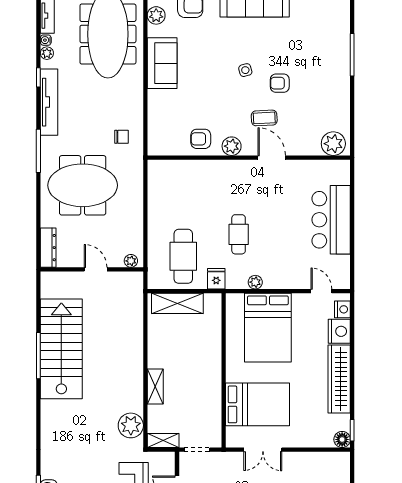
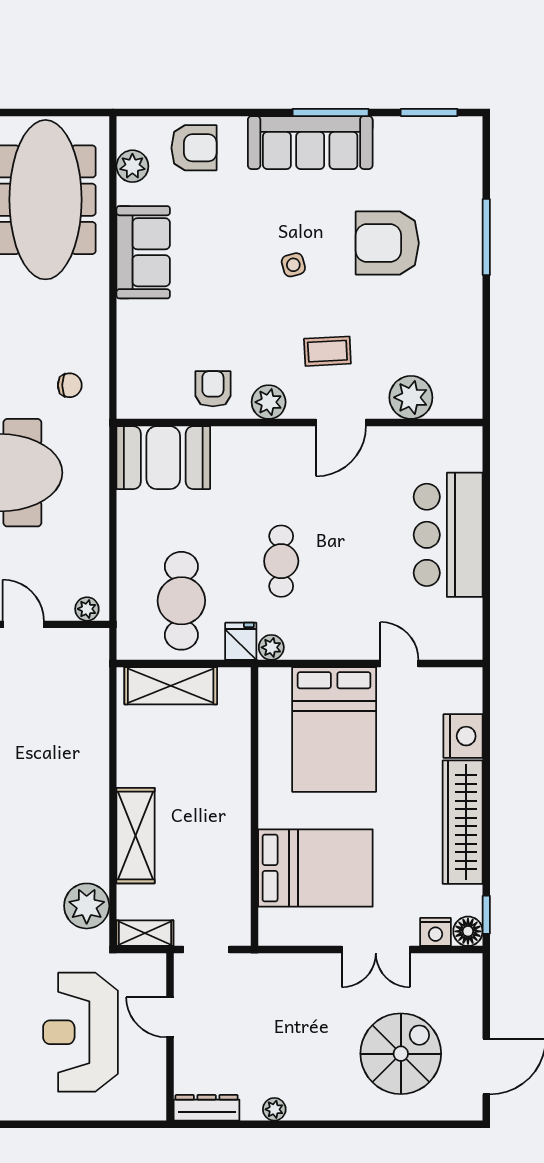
armchair: (280, 83) -> (387, 243), moved, width x1.88, depth x1.88
armchair: (201, 139) -> (213, 389), turned 90
plant: (333, 144) -> (411, 397), moved
door: (272, 158) -> (341, 423), swing flipped
booth: (173, 177) -> (163, 458), added
plant: (255, 282) -> (271, 647), moved
door: (321, 291) -> (399, 664), moved
nightstand: (342, 309) -> (436, 932), moved, turned 90
shelving: (155, 386) -> (136, 836), width x1.50, depth x1.33
double door: (263, 450) -> (376, 950), moved

